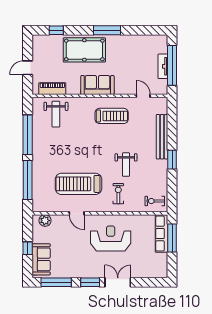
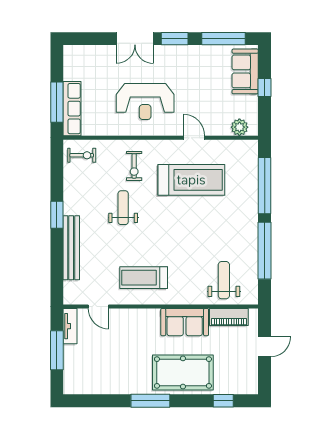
window: (172, 65) -> (57, 350), width x0.68
tv unit: (163, 66) -> (70, 326), moved
sofa: (97, 85) -> (185, 322), moved

